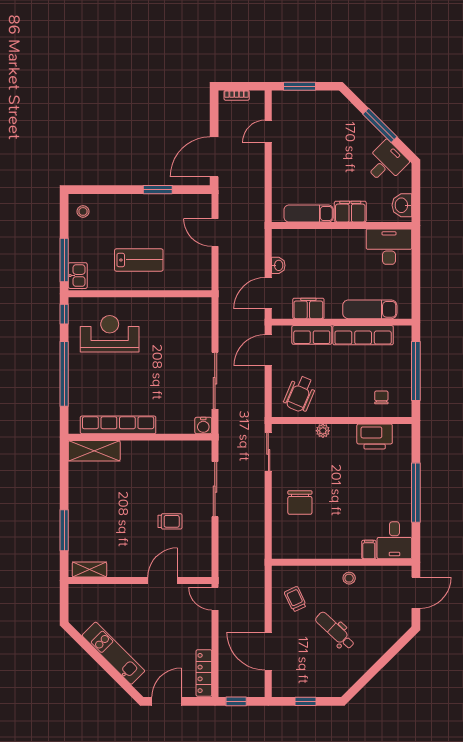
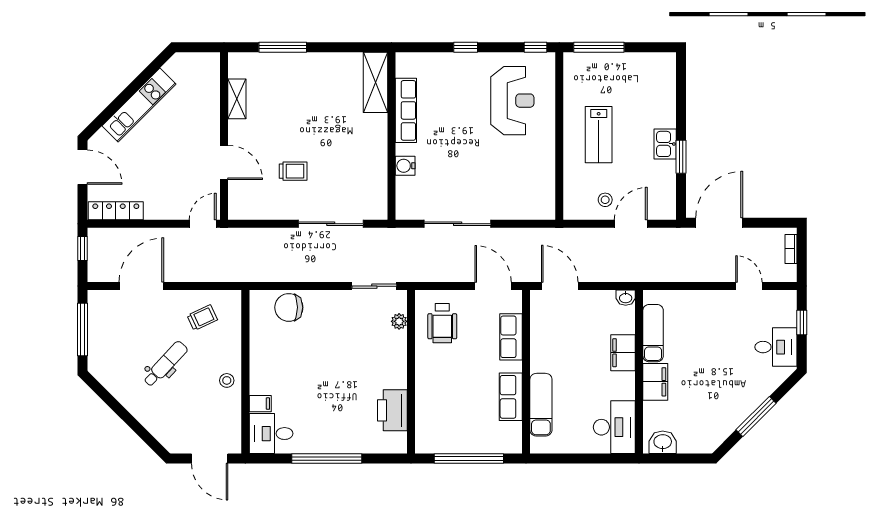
window: (299, 86) -> (802, 322), width x0.67
door: (214, 157) -> (719, 223), hinge flipped
desk: (386, 163) -> (776, 347), moved, turned -45
stool: (83, 211) -> (605, 200), moved
washbasin: (278, 265) -> (626, 298), moved
kitchen sink: (78, 276) -> (665, 144), moved, turned 90
filing cabinet: (308, 308) -> (623, 353), moved, turned 180
row of seats: (363, 335) -> (511, 397), width x0.68
window: (64, 374) -> (466, 47), width x0.32
wheelchair: (300, 394) -> (442, 323), turned -113
chair: (381, 397) -> (438, 418), removed
row of seats: (118, 425) -> (406, 110), width x0.73
water cooler: (203, 425) -> (405, 166), moved
plant: (323, 431) -> (399, 321), moved
chair: (300, 503) -> (289, 307), moved
trolley: (170, 521) -> (293, 171), turned -90
shelving: (89, 570) -> (237, 99), moved
window: (306, 701) -> (83, 330), width x2.17

